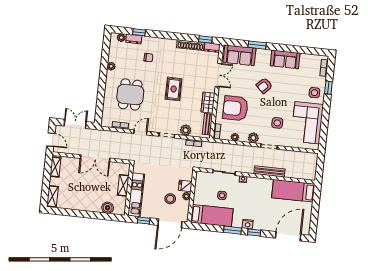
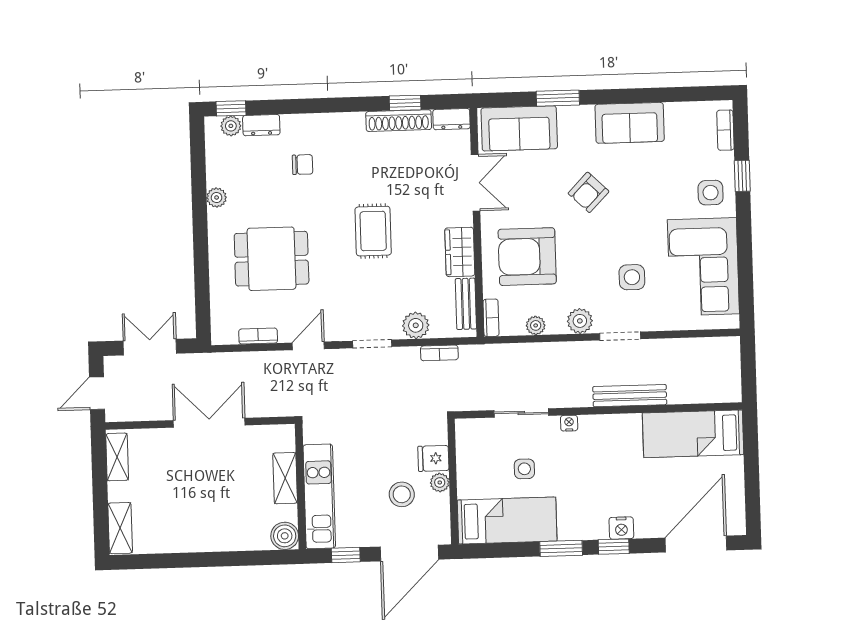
window: (139, 32) -> (231, 108), moved
window: (205, 39) -> (405, 103), moved
dining table: (130, 94) -> (272, 259), turned 90
door: (51, 140) -> (97, 393), swing flipped
double door: (95, 158) -> (209, 423), swing flipped
boiler: (108, 208) -> (285, 536), moved
nightstand: (248, 224) -> (621, 528), moved

